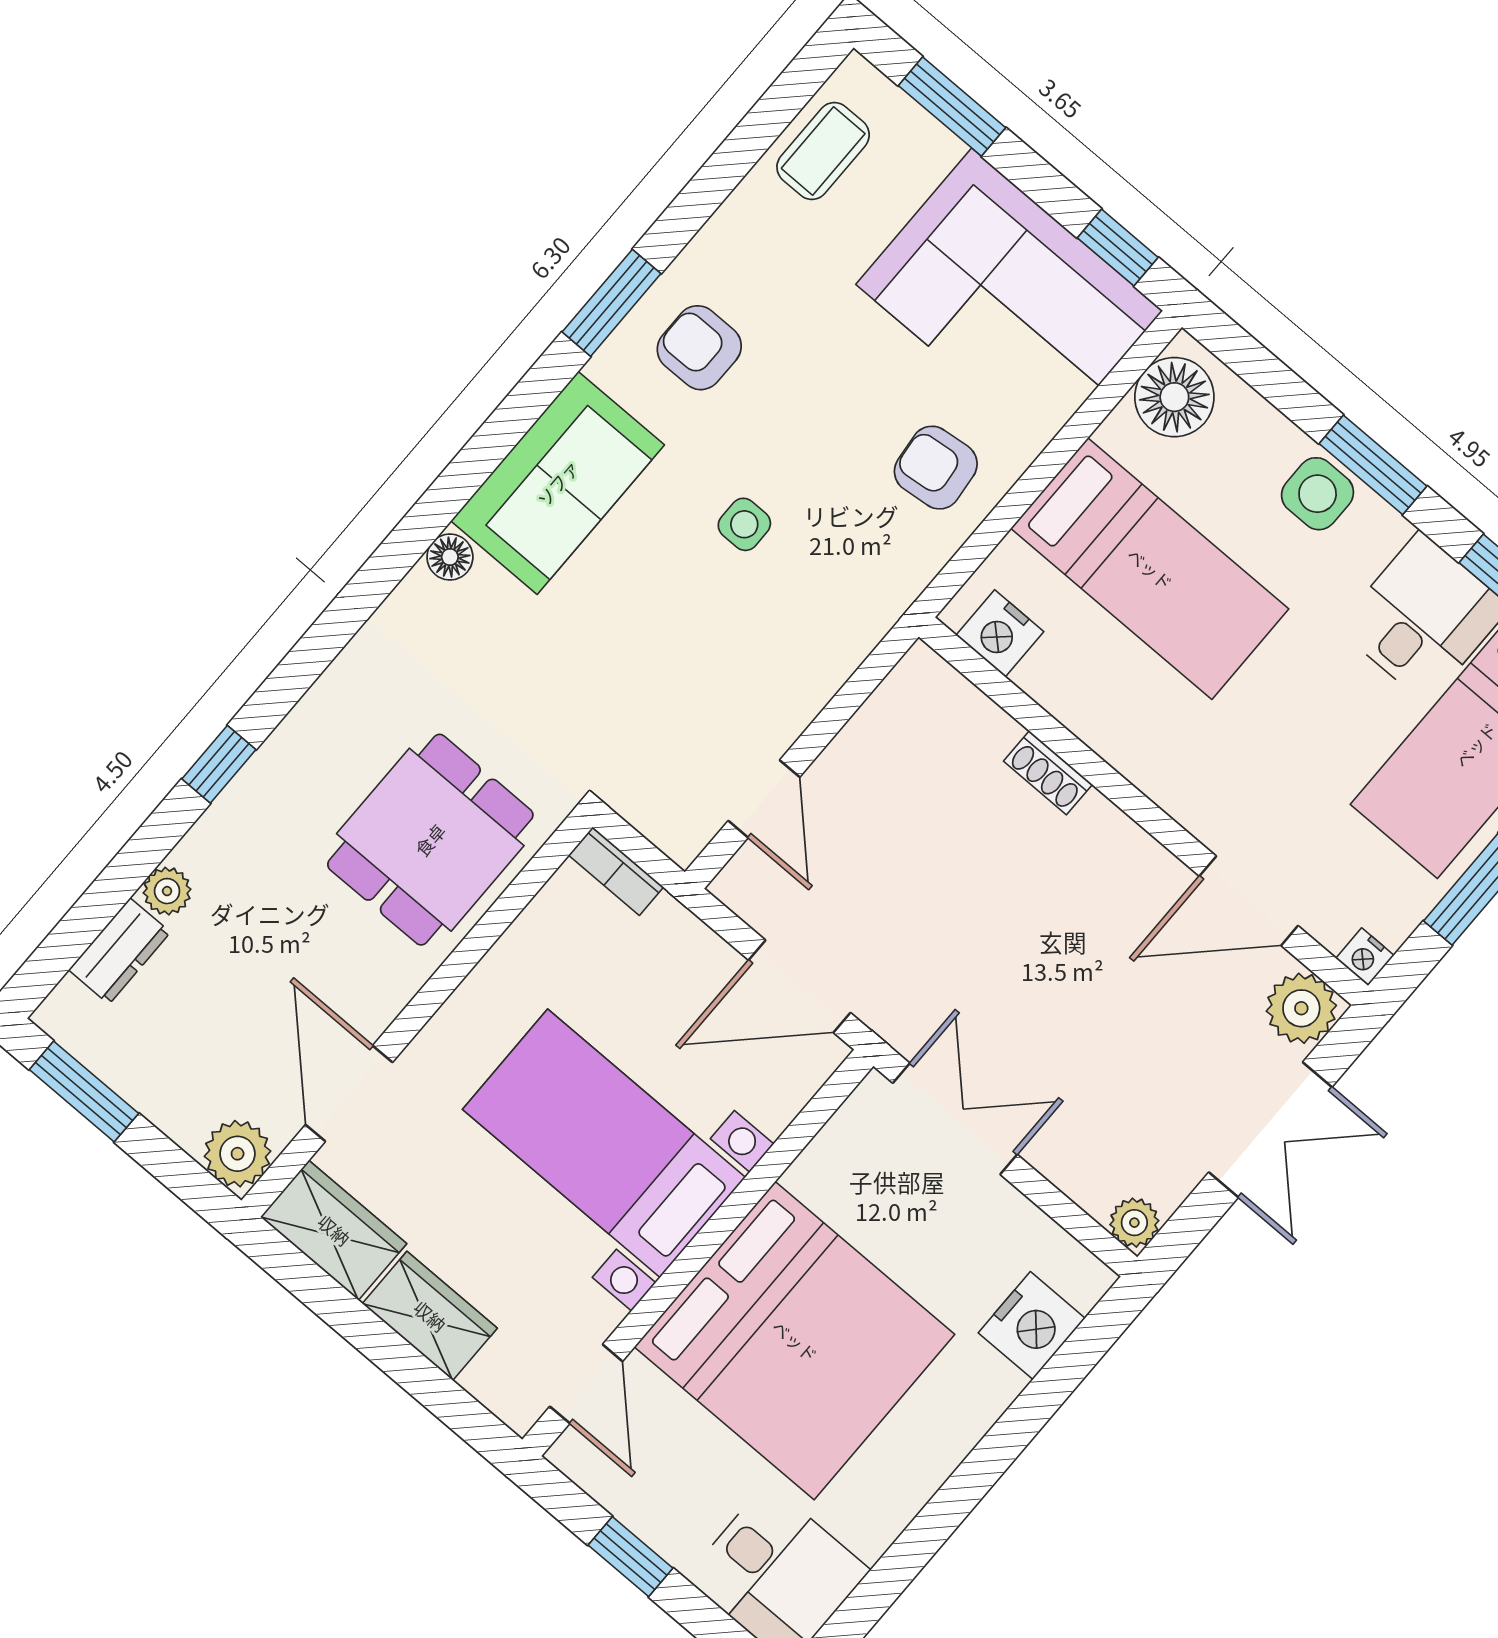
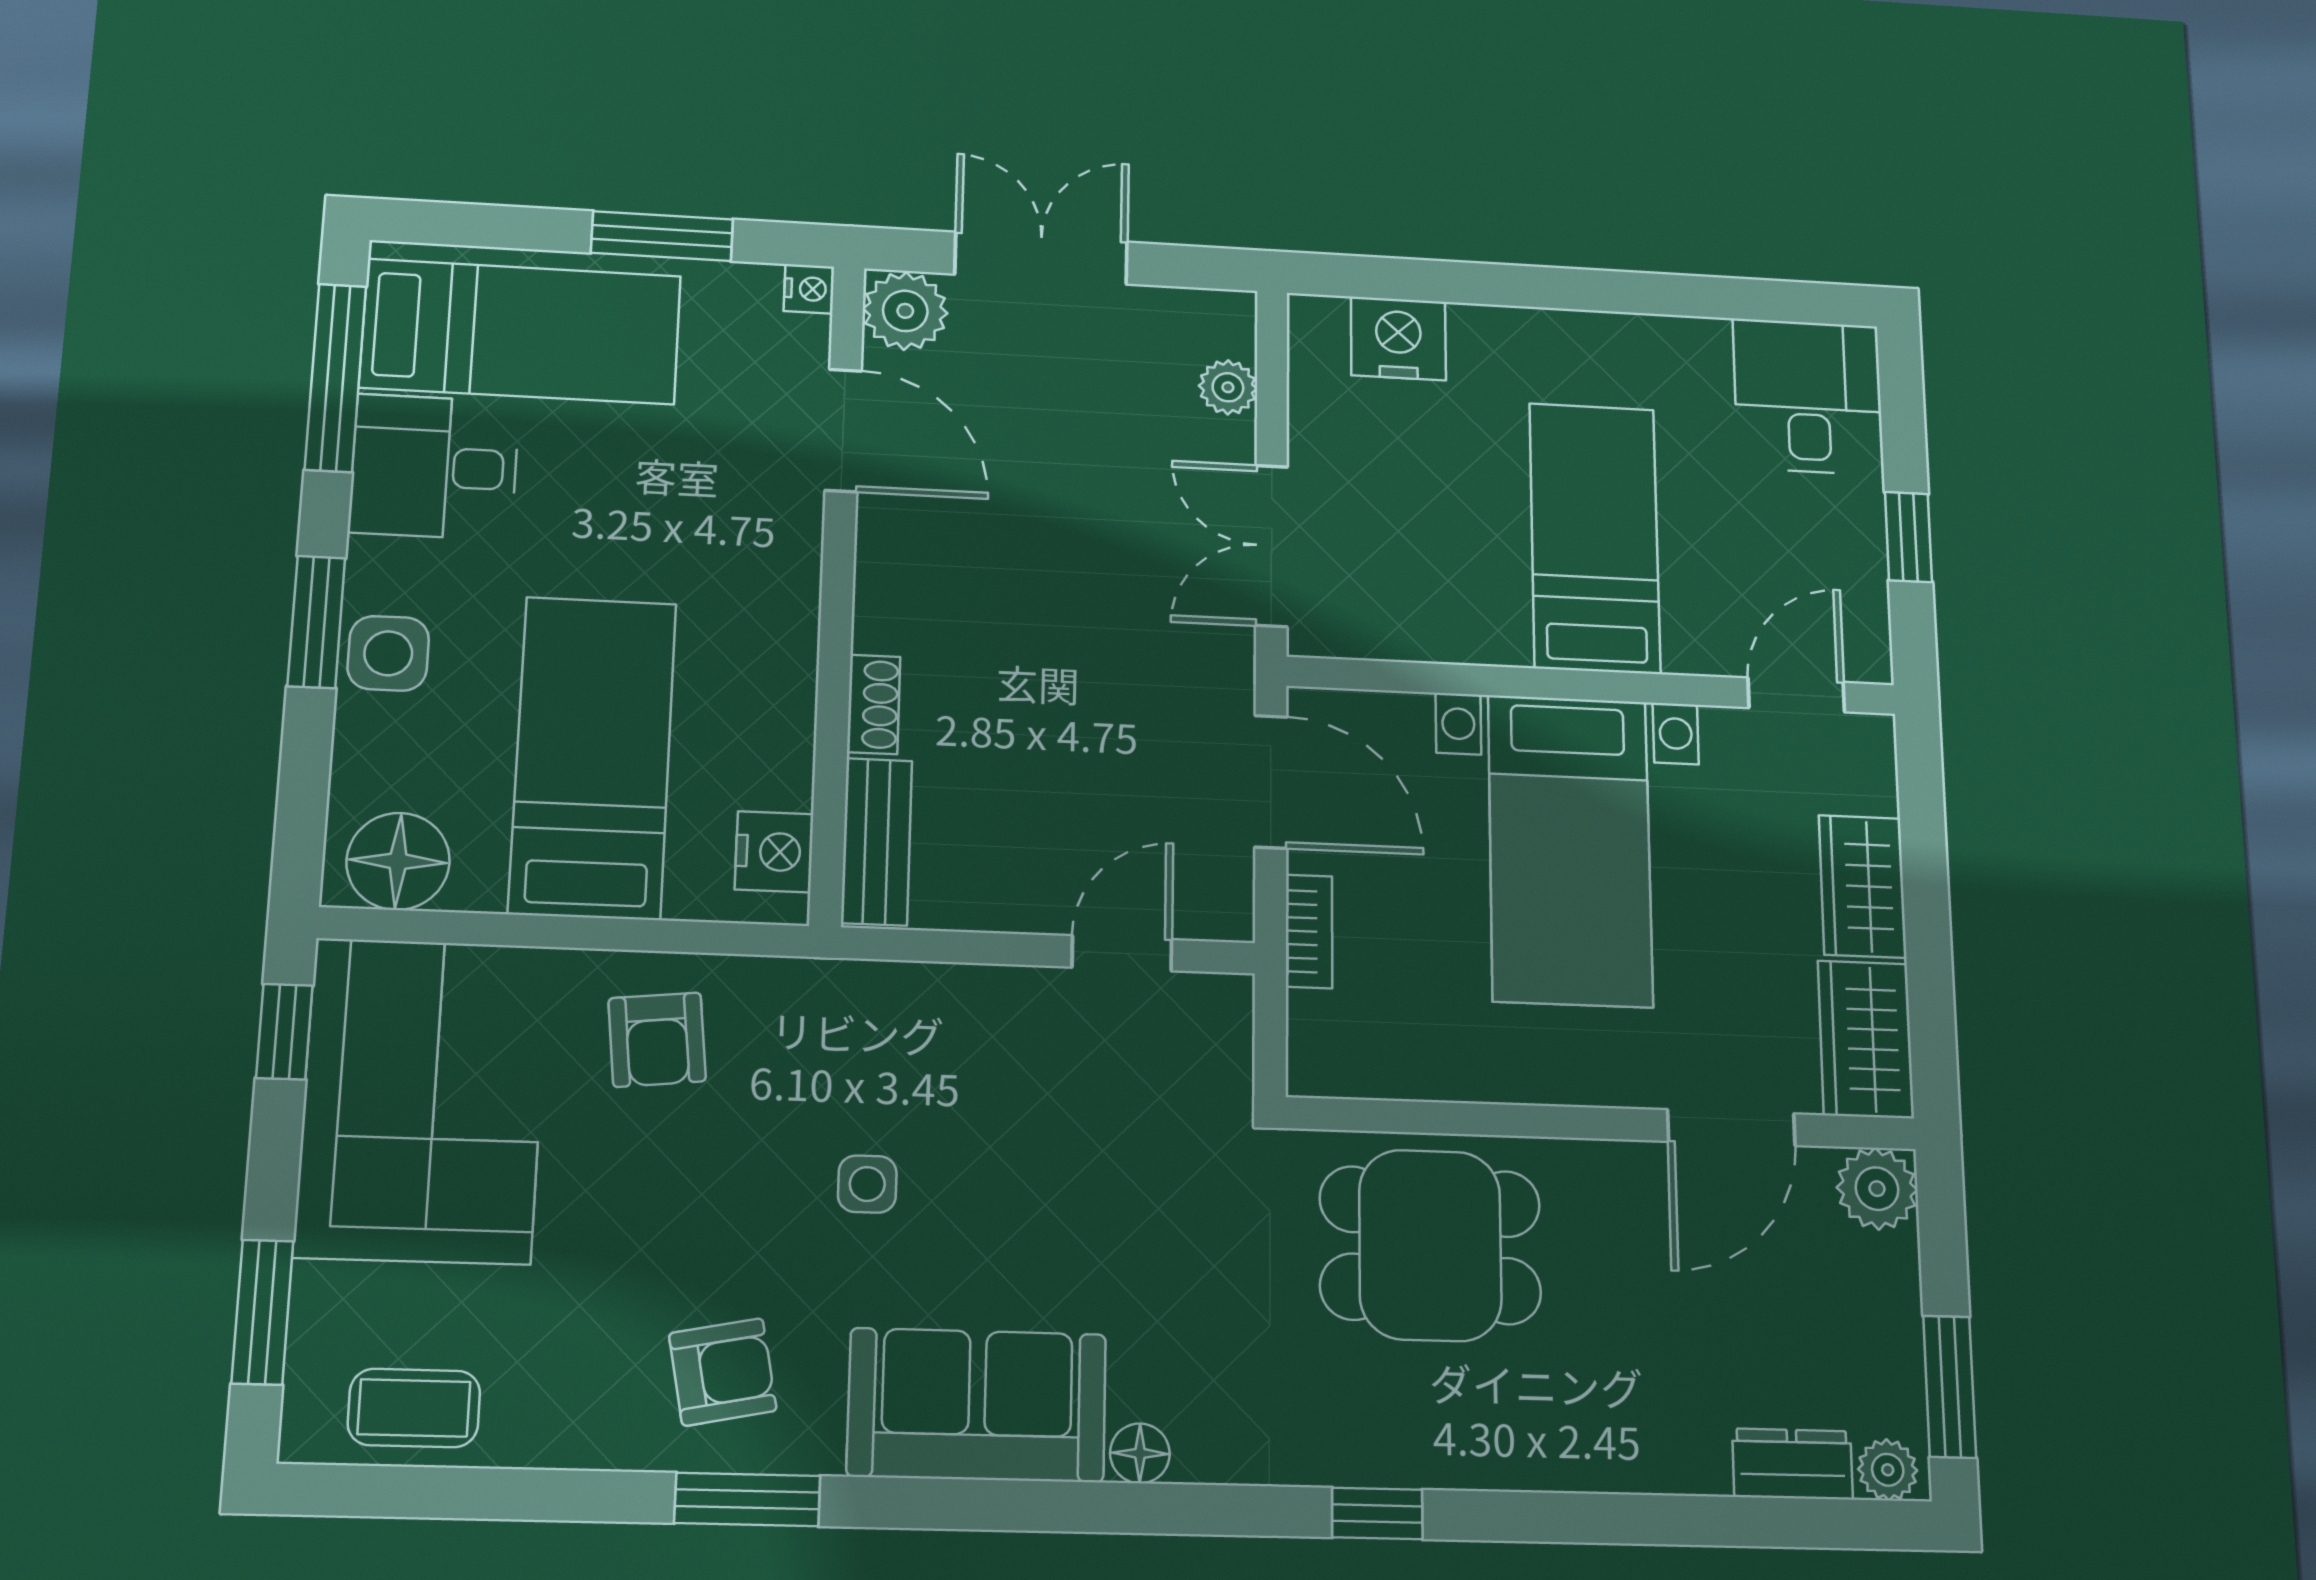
armchair: (699, 348) -> (723, 1372), turned -101
bench: (956, 703) -> (877, 842), added
window: (219, 764) -> (1377, 1513), moved
bookcase: (616, 871) -> (1309, 931), moved
plant: (167, 891) -> (1888, 1470), moved
plant: (1134, 1223) -> (1228, 387), moved
bed: (795, 1341) -> (1595, 538), width x0.49

